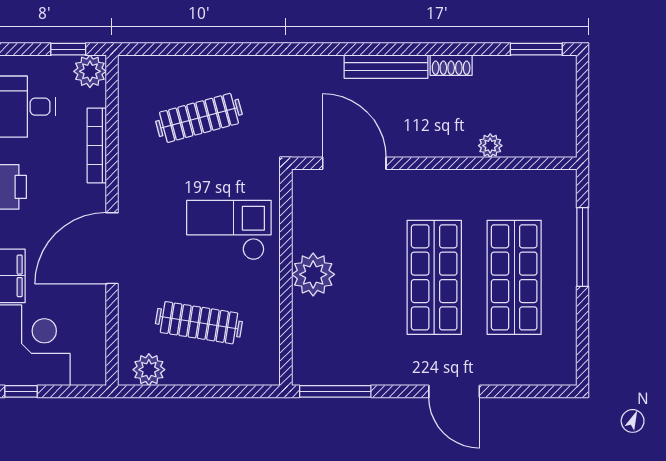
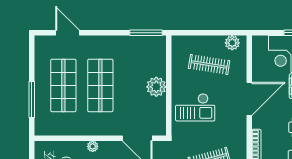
plant: (490, 146) -> (93, 146), moved
door: (454, 391) -> (67, 33), moved

